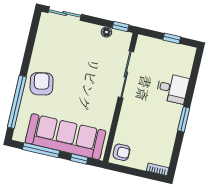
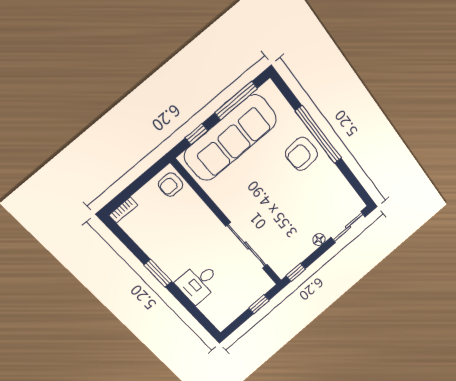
floor lamp: (106, 32) -> (319, 240), moved
window: (172, 38) -> (259, 304), moved
armchair: (42, 84) -> (302, 154), turned 98
window: (17, 102) -> (319, 135), moved

